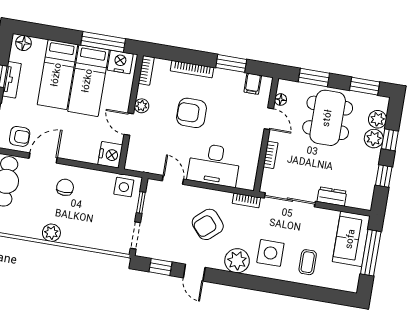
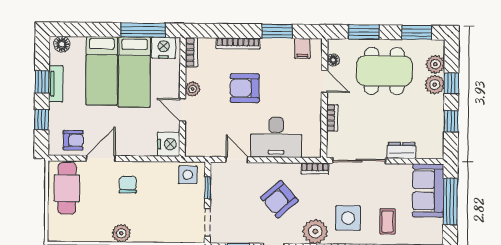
dining table: (328, 118) -> (384, 71), turned 90

